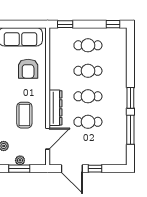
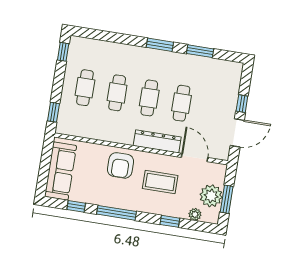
armchair: (28, 69) -> (120, 165), moved, turned 90
window: (130, 130) -> (200, 51), width x0.69
plant: (20, 160) -> (211, 196), width x1.88, depth x1.88

